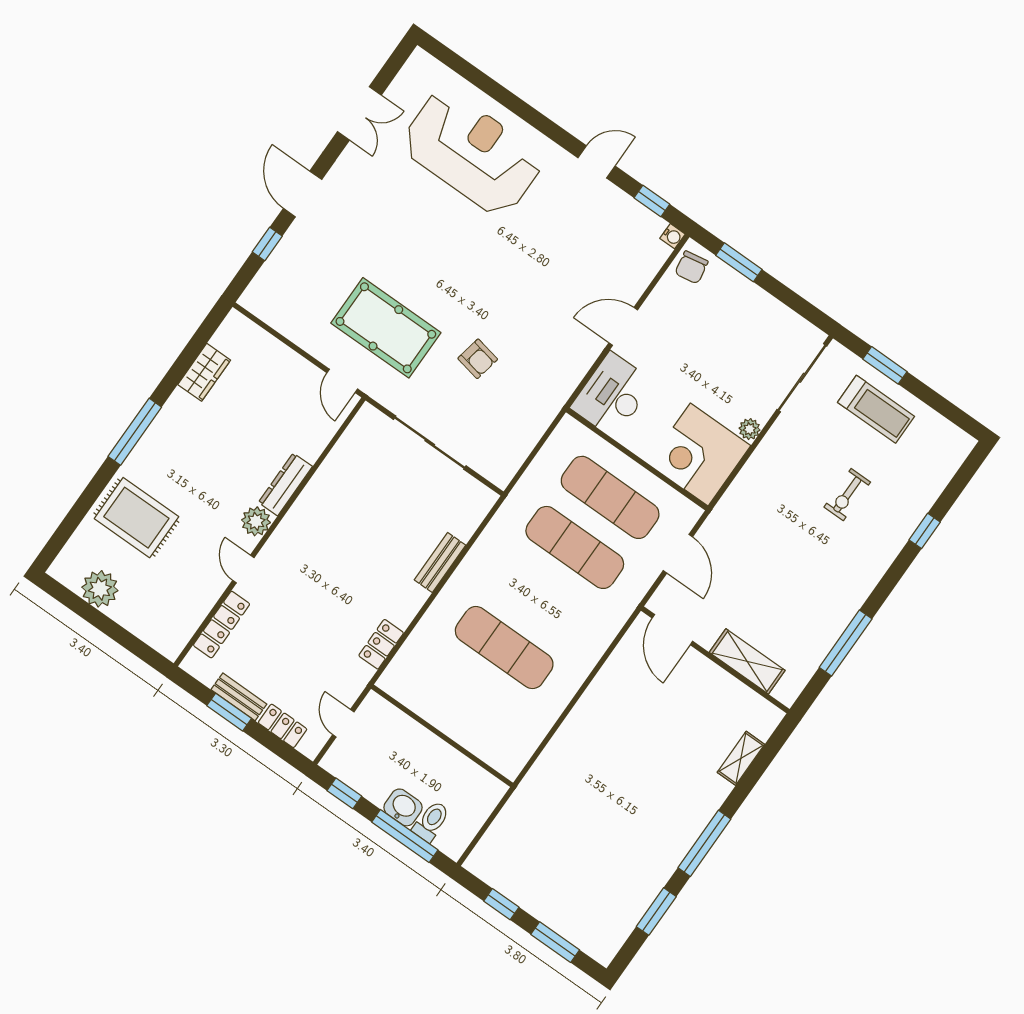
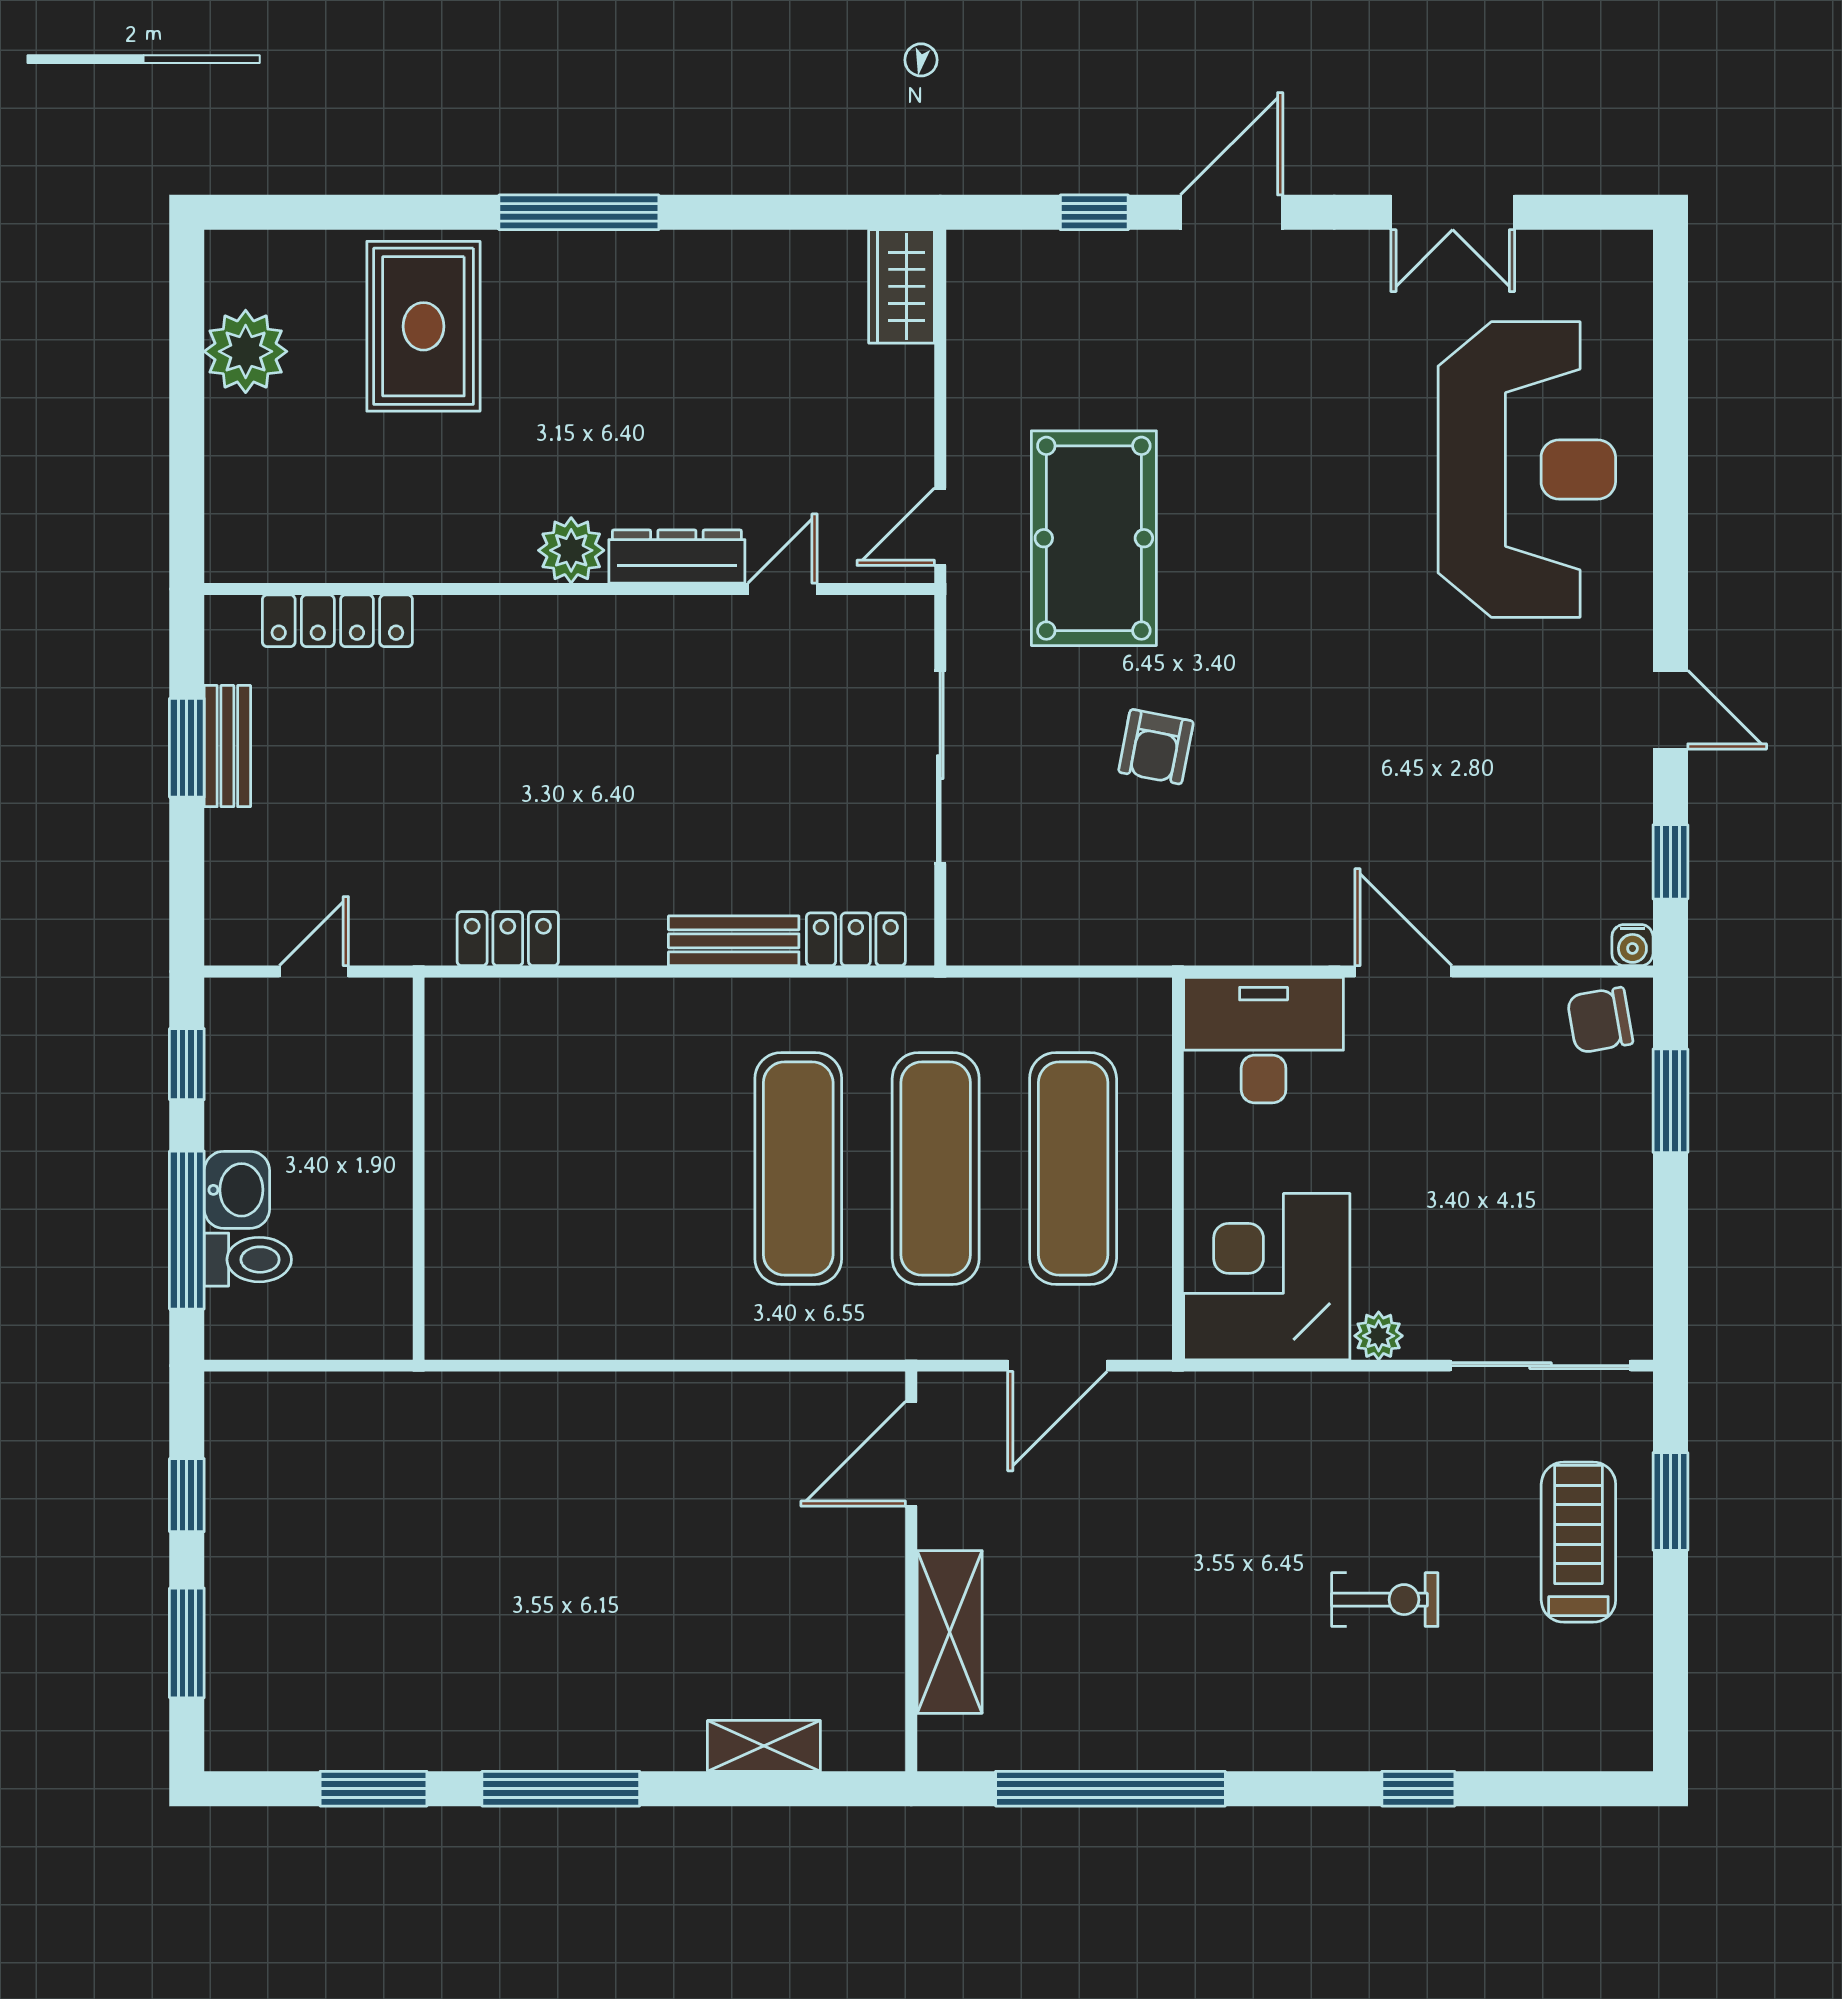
wardrobe: (204, 372) -> (902, 286), moved, turned 90
treadmill: (876, 409) -> (1578, 1542), turned 180
exercise bike: (847, 495) -> (1385, 1600), turned 180
door: (243, 569) -> (782, 589), moved
window: (846, 643) -> (1110, 1789), width x1.46
exercise mat: (504, 648) -> (798, 1169), moved
locker: (283, 726) -> (856, 939), moved, turned -90

